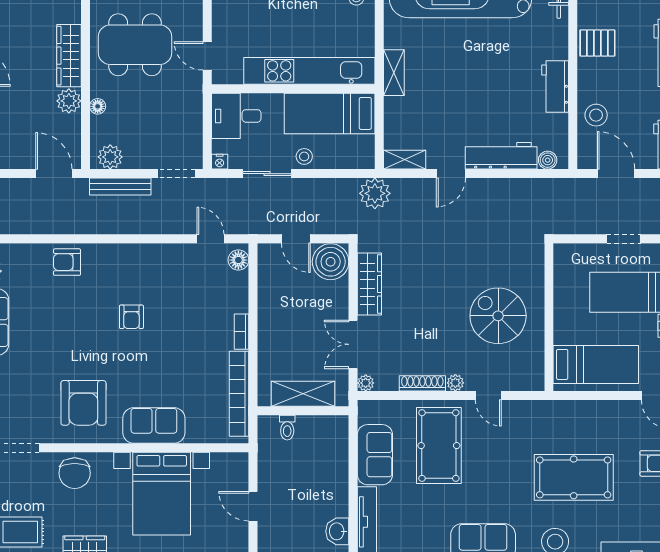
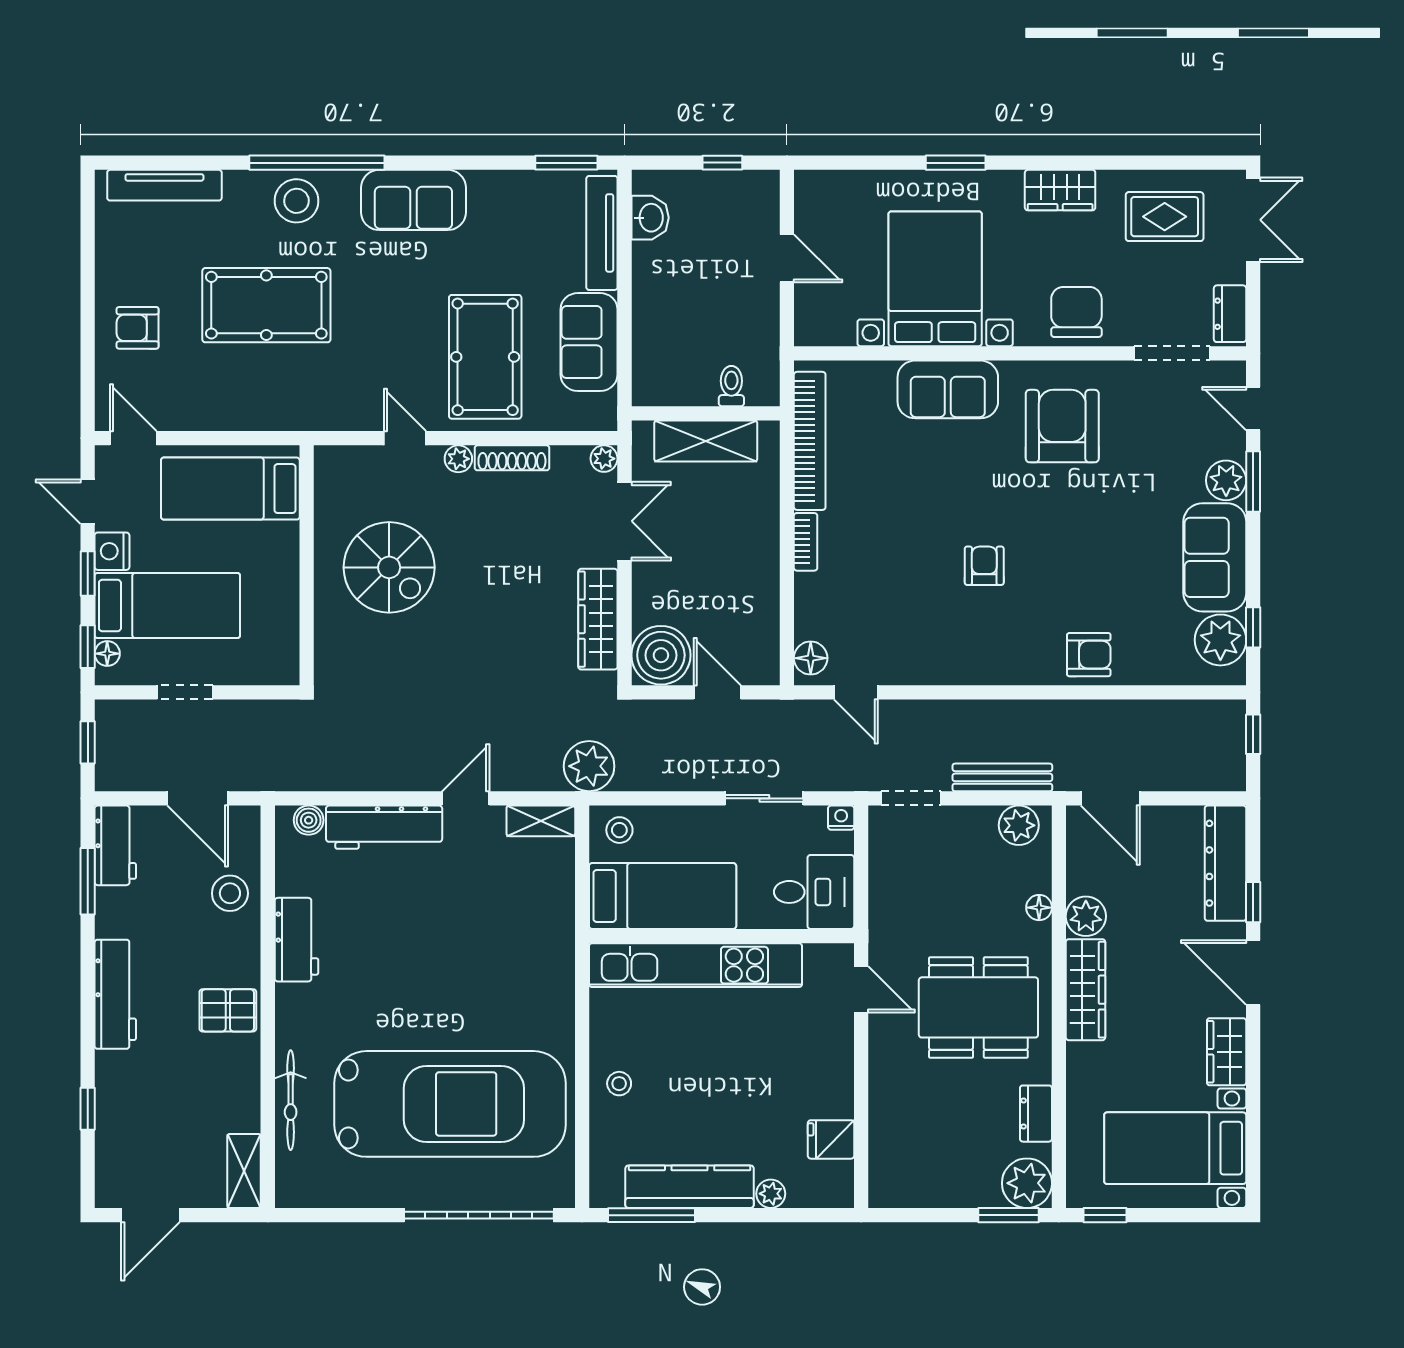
shelving: (394, 73) -> (558, 962), removed
stool: (304, 156) -> (619, 830), moved

